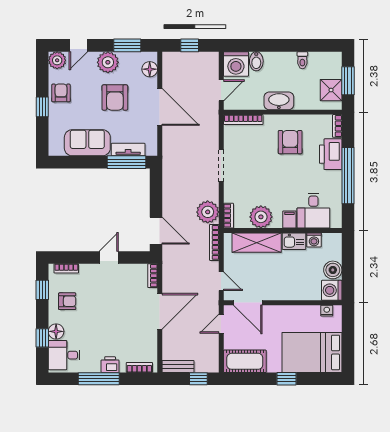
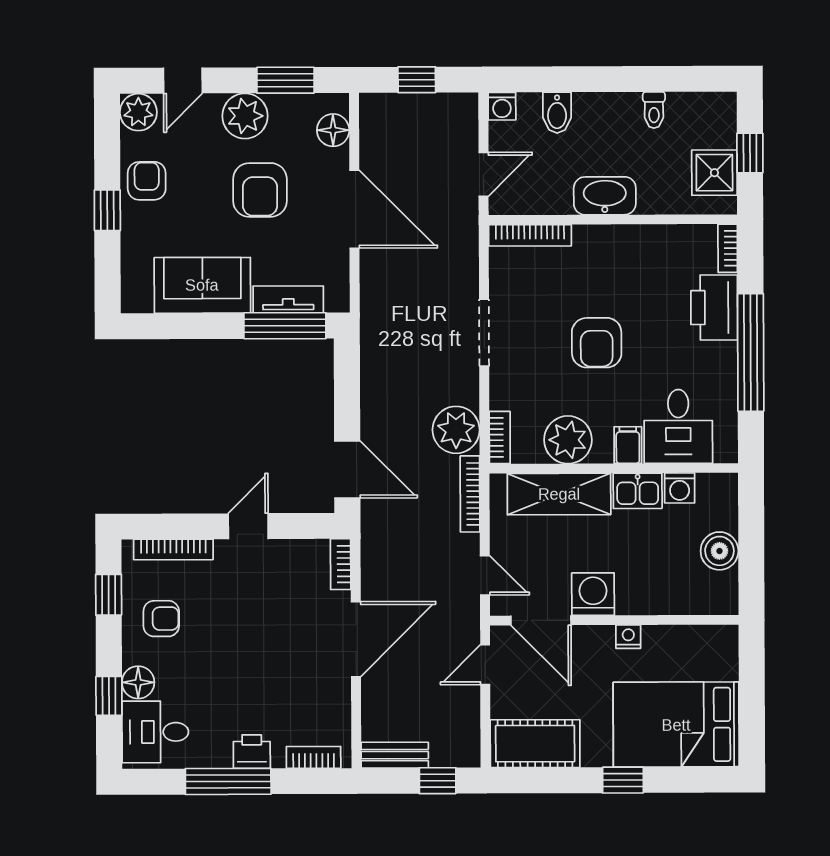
washing machine: (236, 64) -> (502, 106), width x0.53, depth x0.53
window: (348, 81) -> (750, 153), width x0.67
armchair: (290, 142) -> (597, 343), moved, turned 180
bookcase: (66, 268) -> (173, 550), width x1.56
washing machine: (332, 290) -> (593, 594), moved, turned 90
nightstand: (327, 311) -> (628, 637), moved

